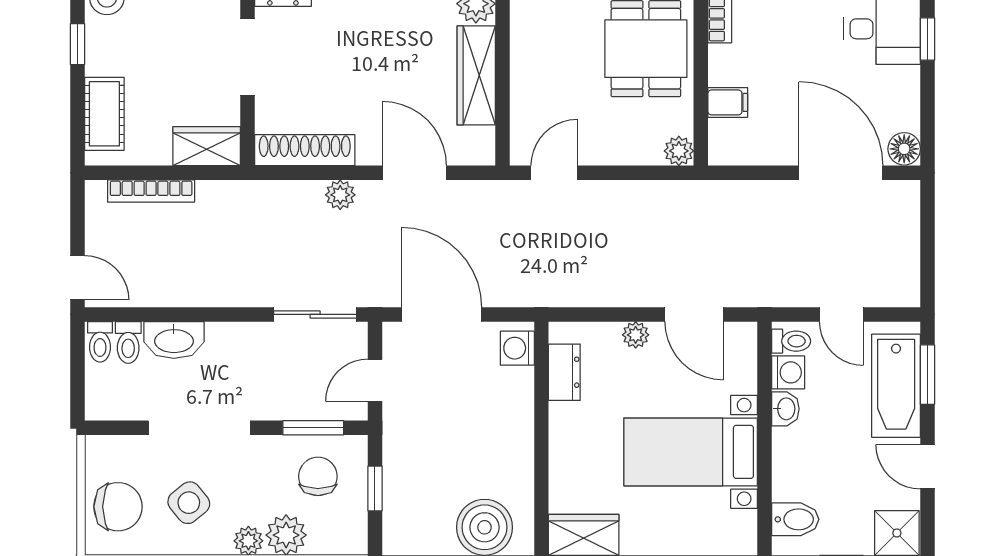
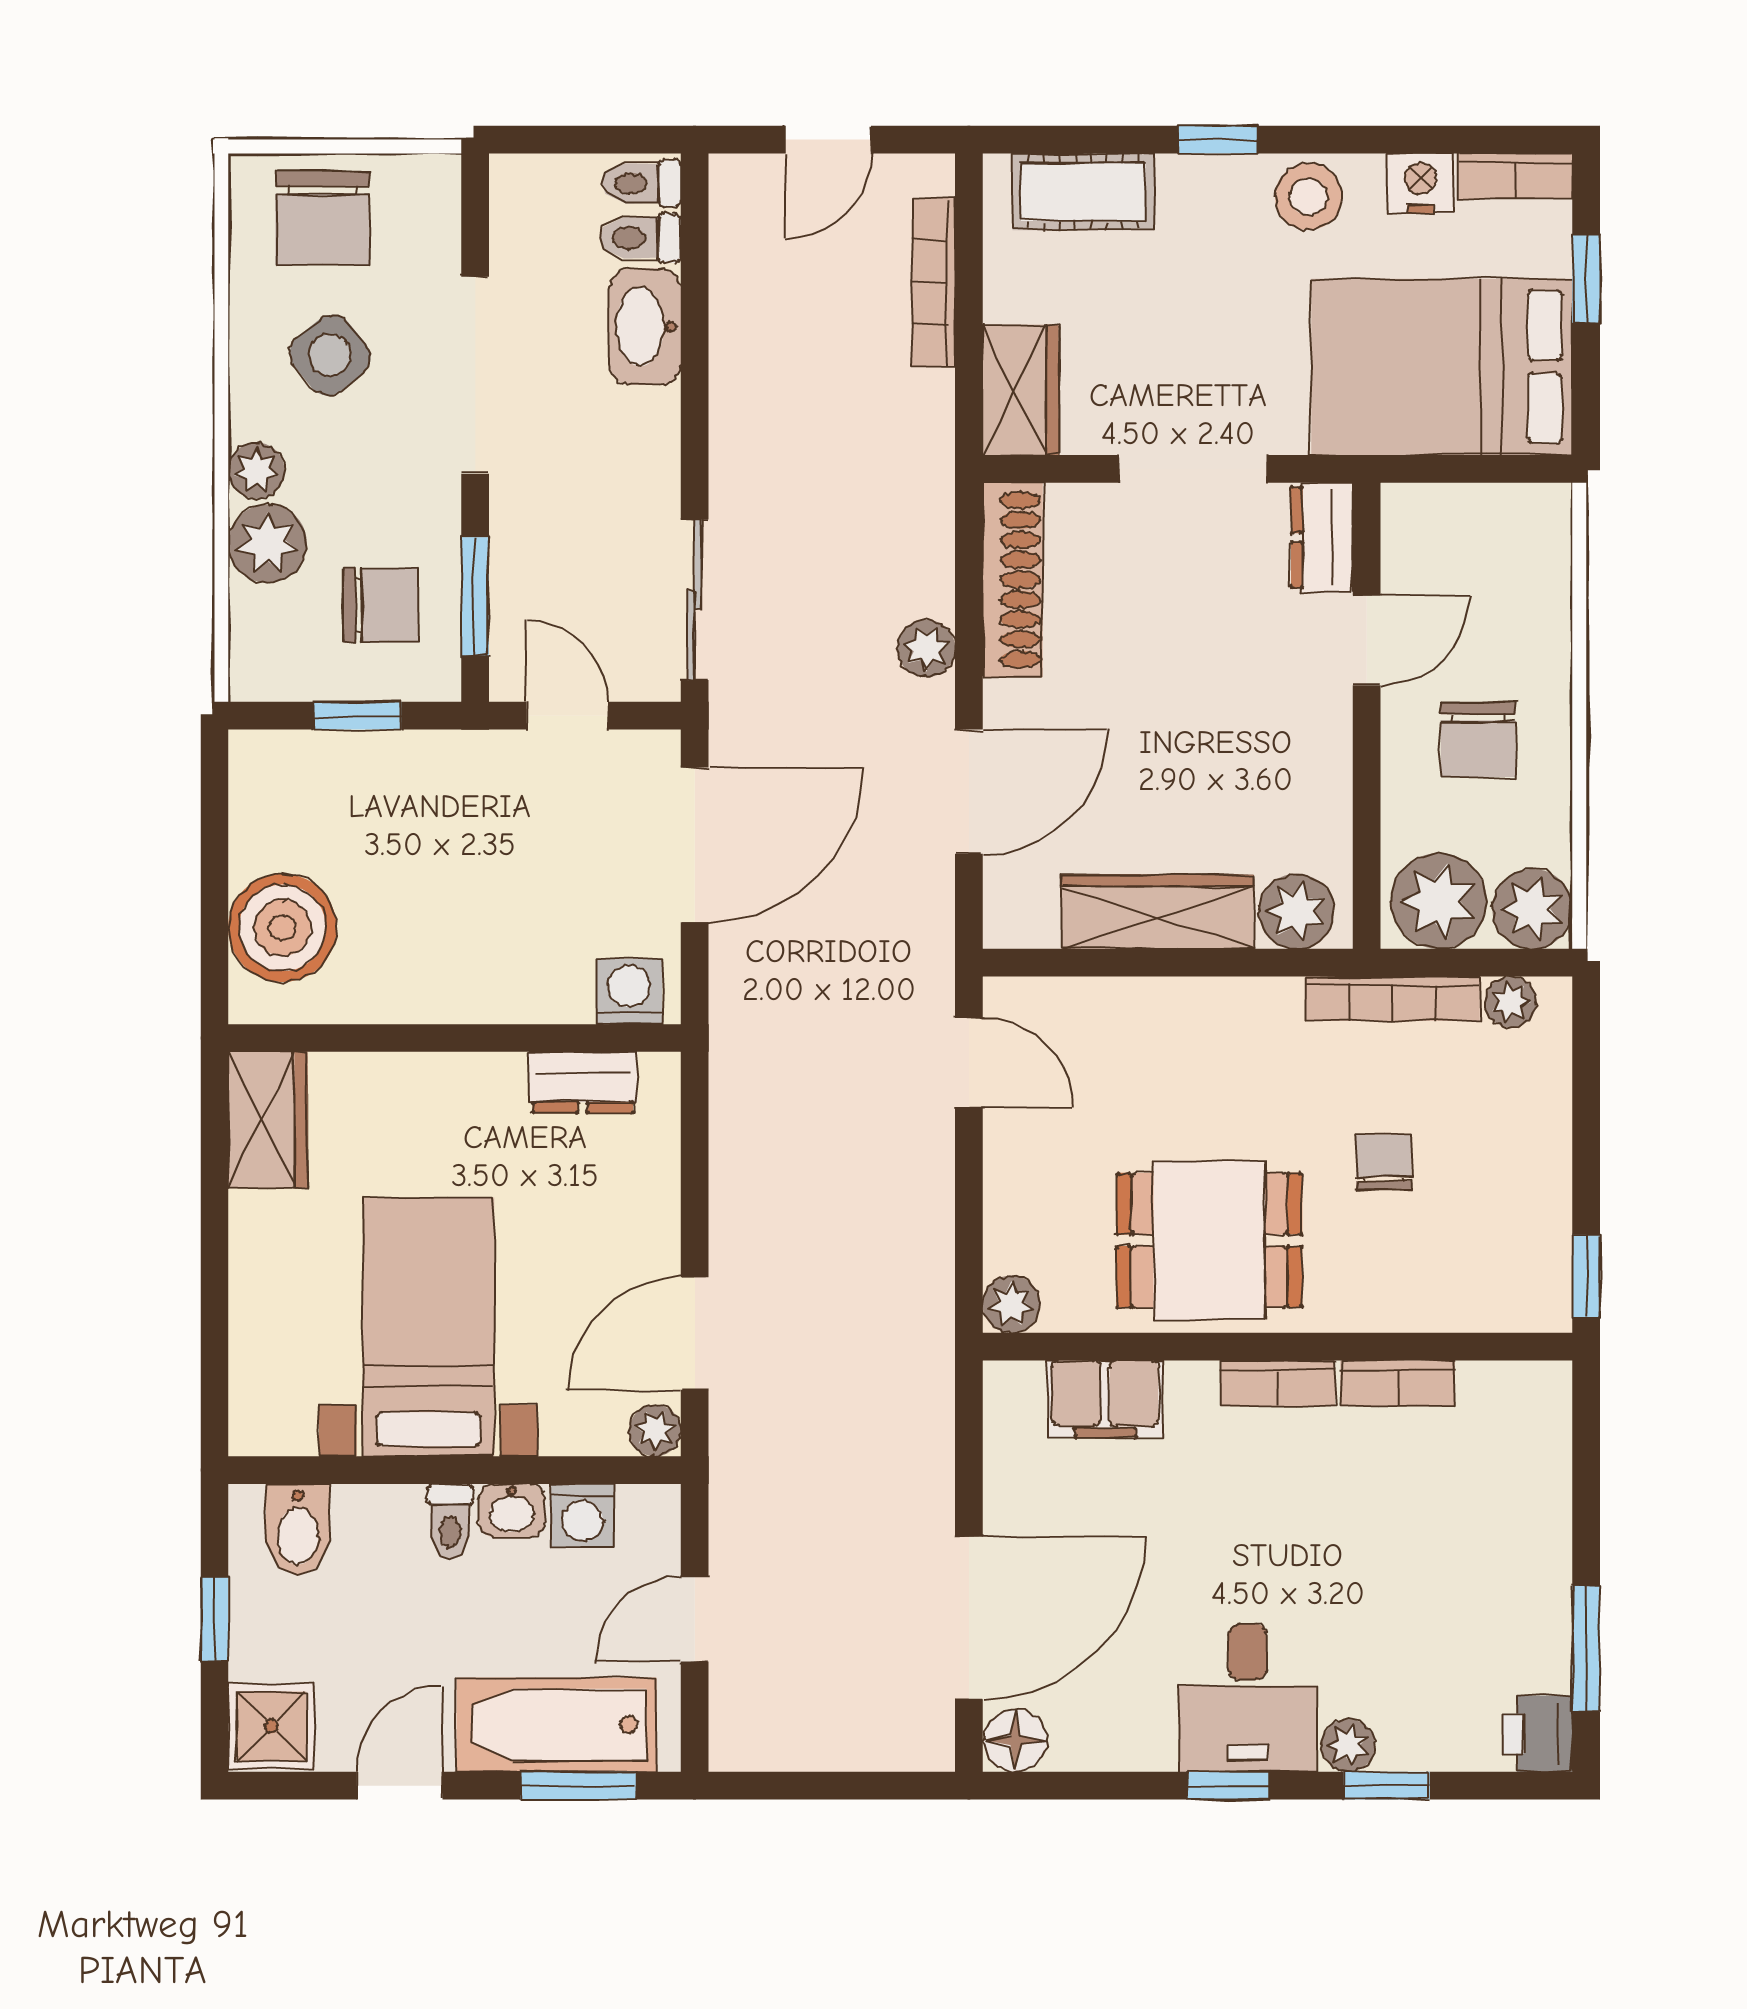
filing cabinet: (728, 102) -> (1105, 1399), width x2.00
door: (77, 278) -> (828, 140), moved
plant: (636, 335) -> (655, 1431), moved
toilet: (791, 341) -> (450, 1522), moved

